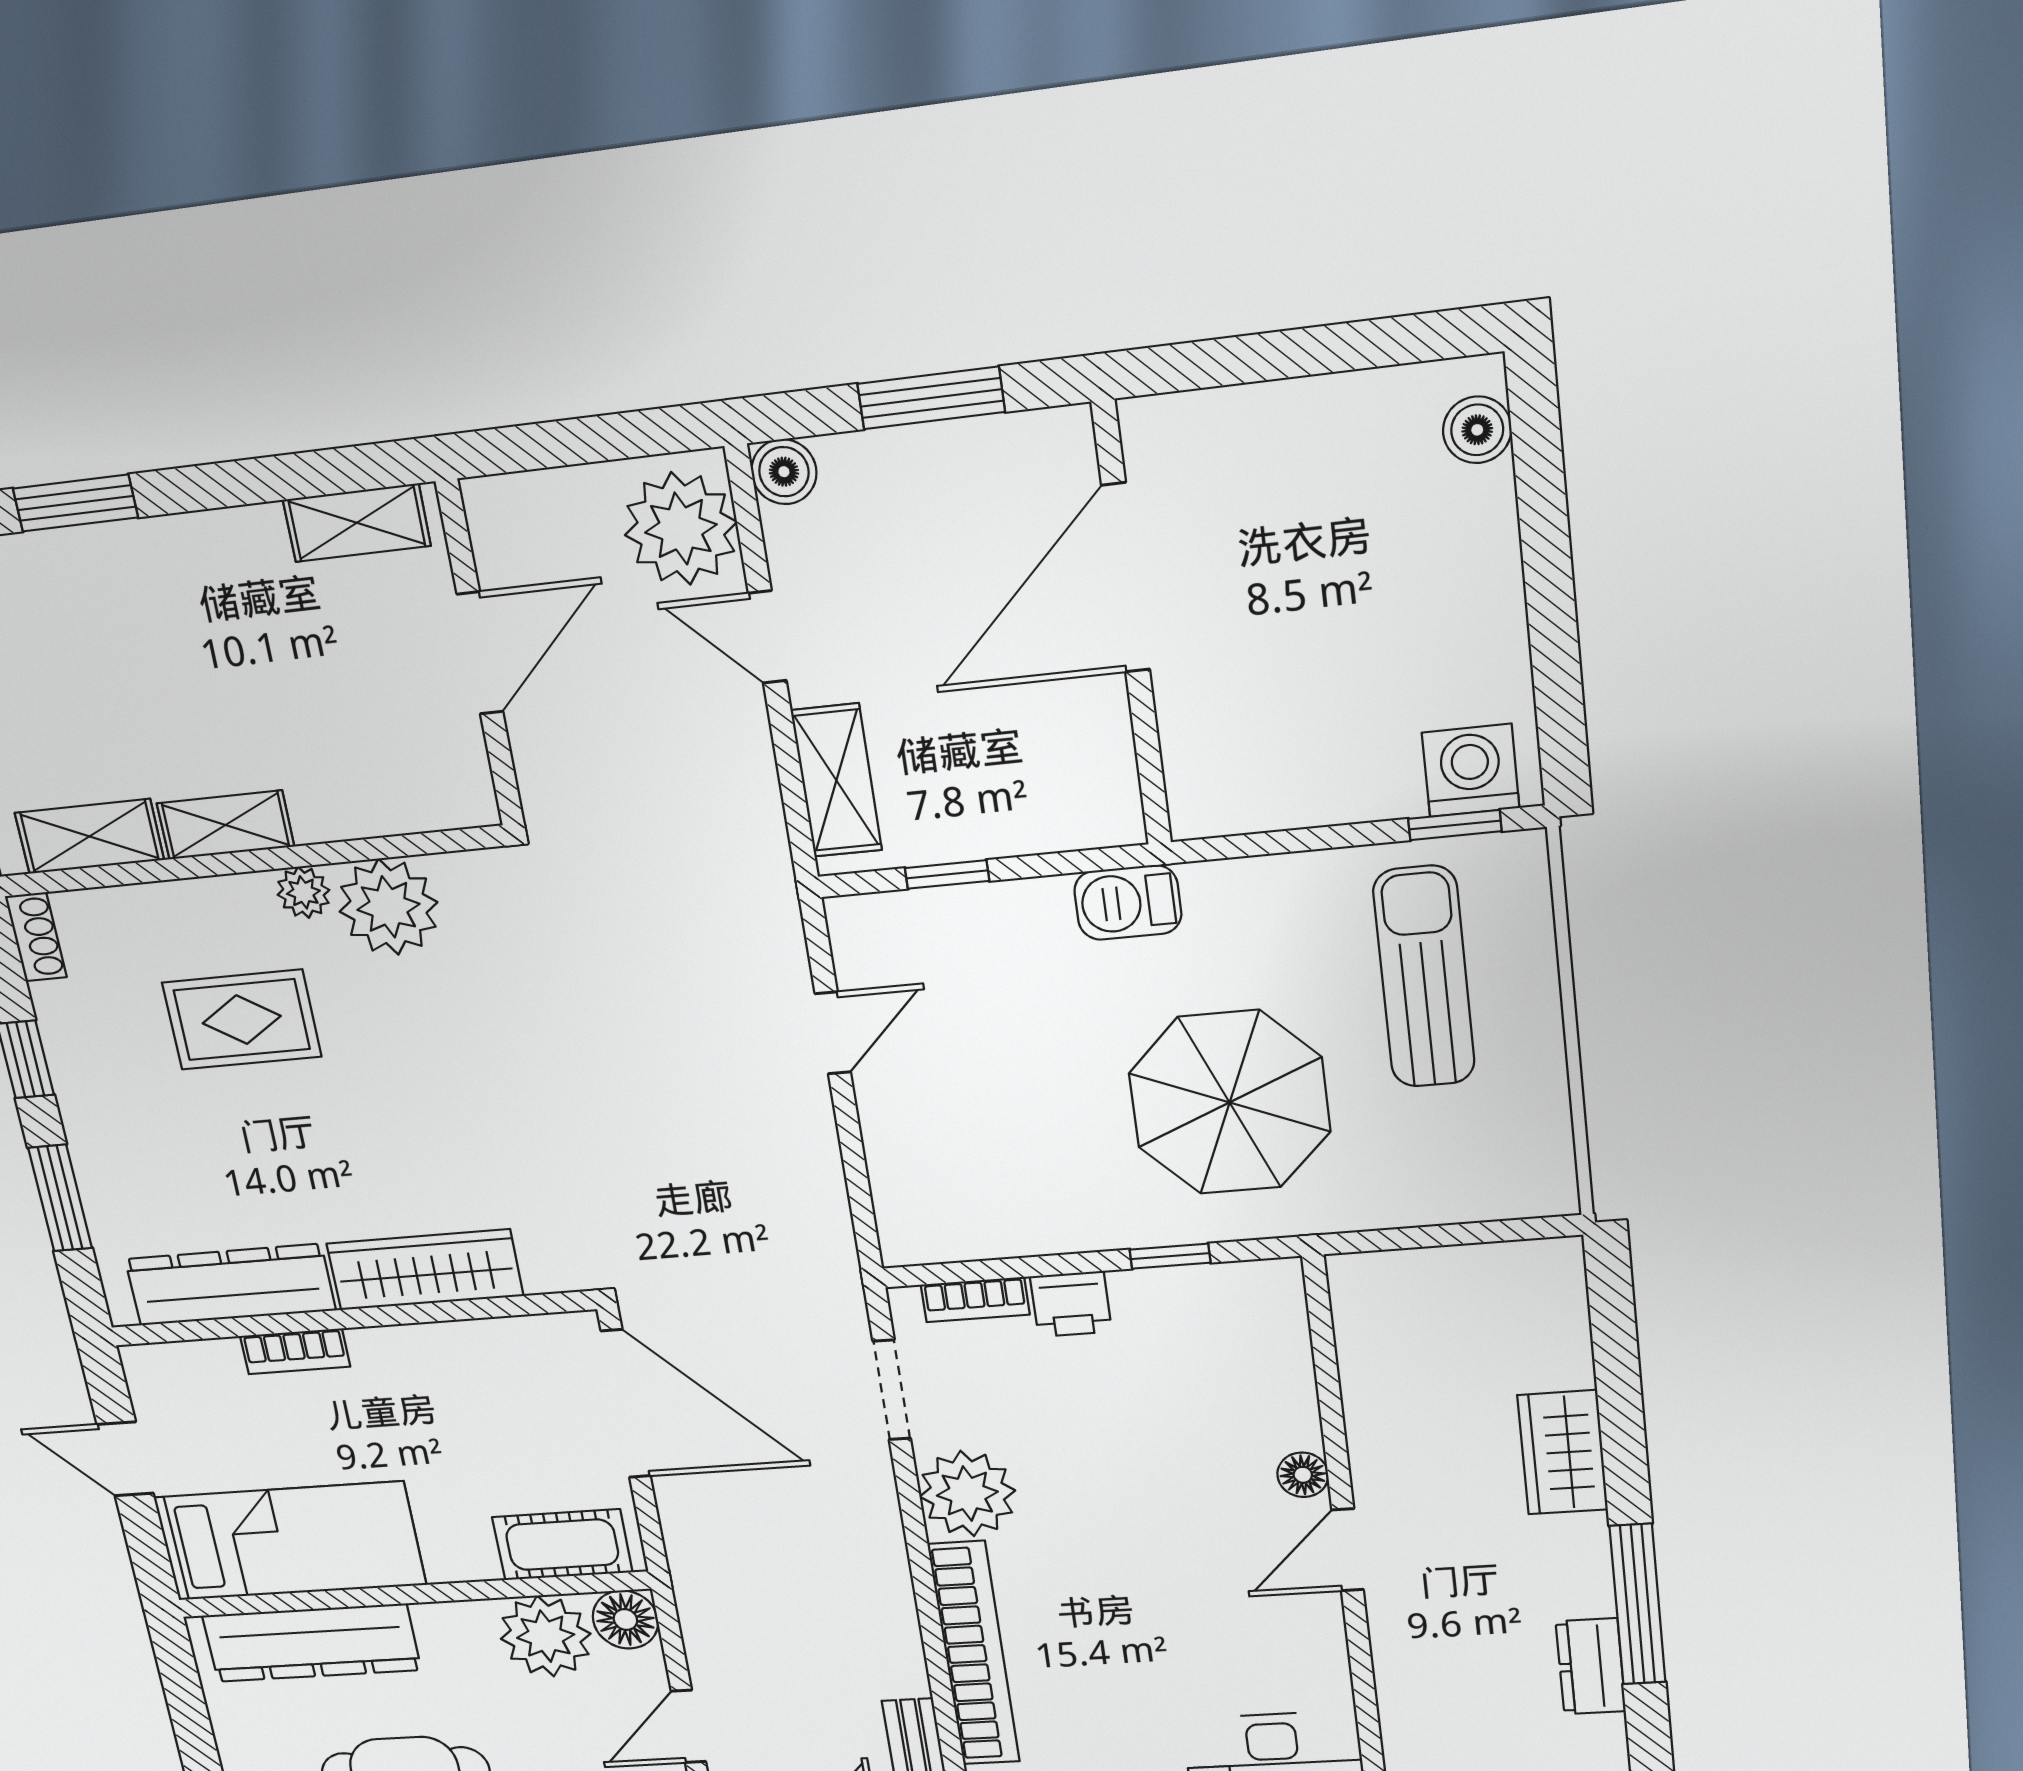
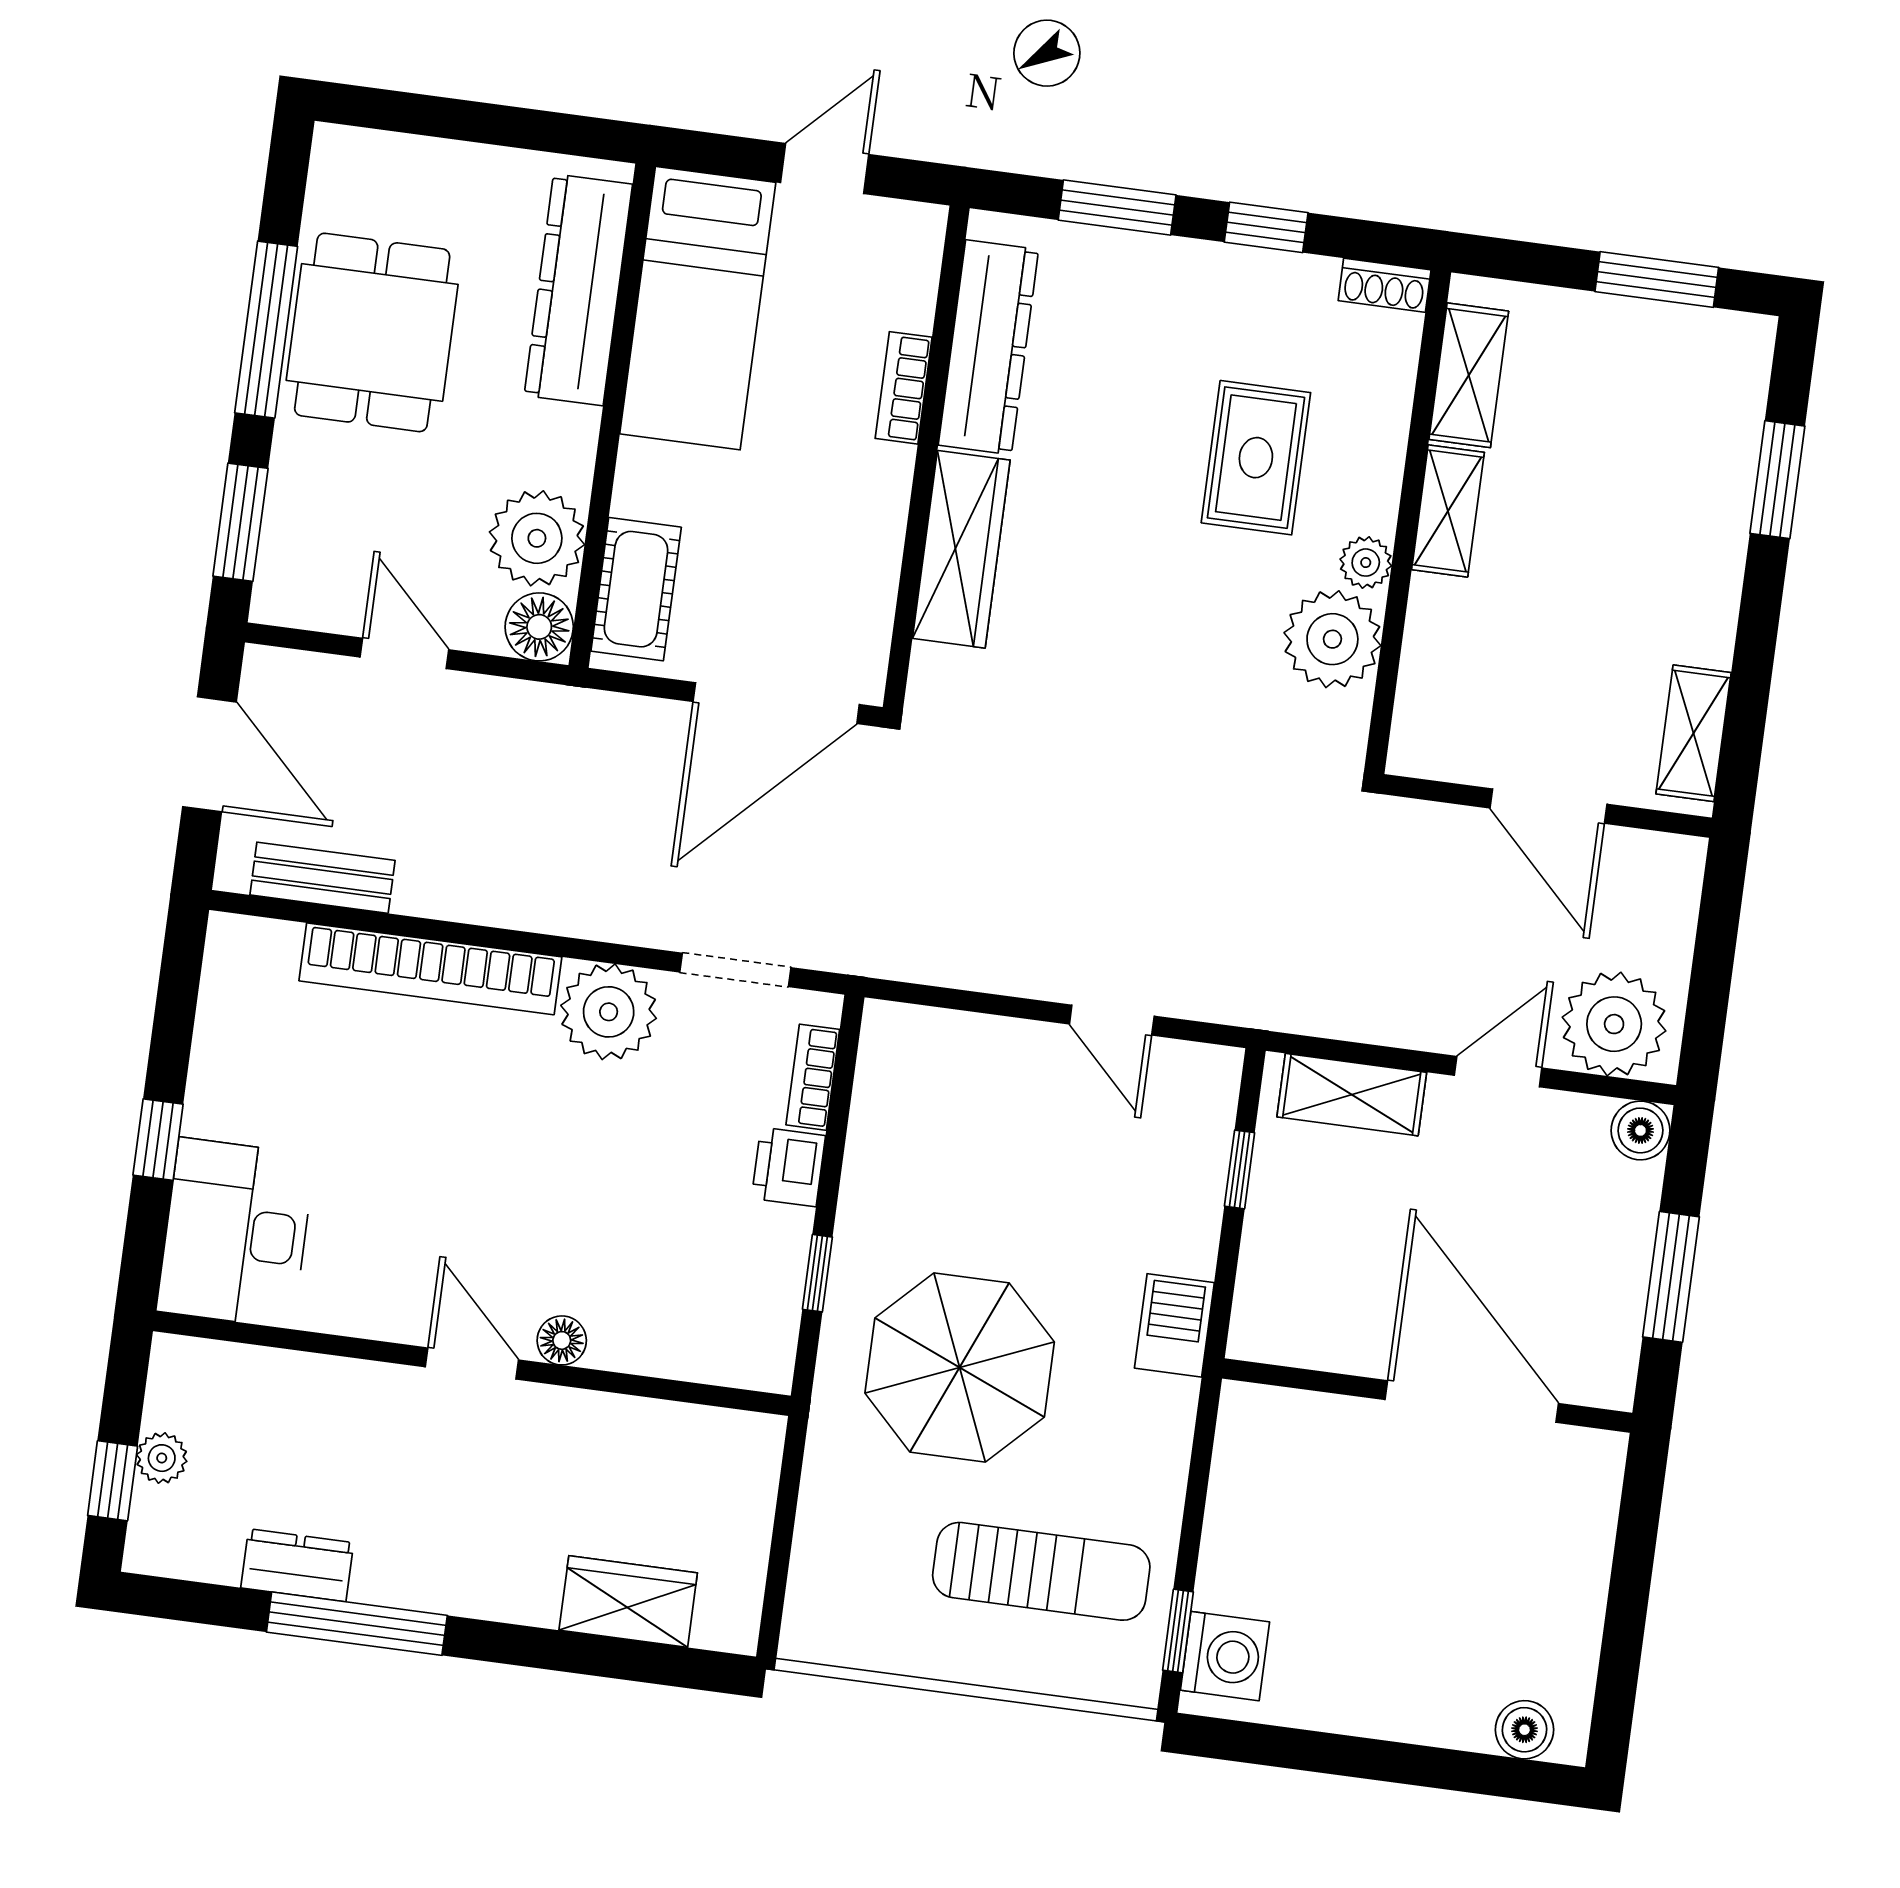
wardrobe: (1563, 1452) -> (628, 1601), moved

